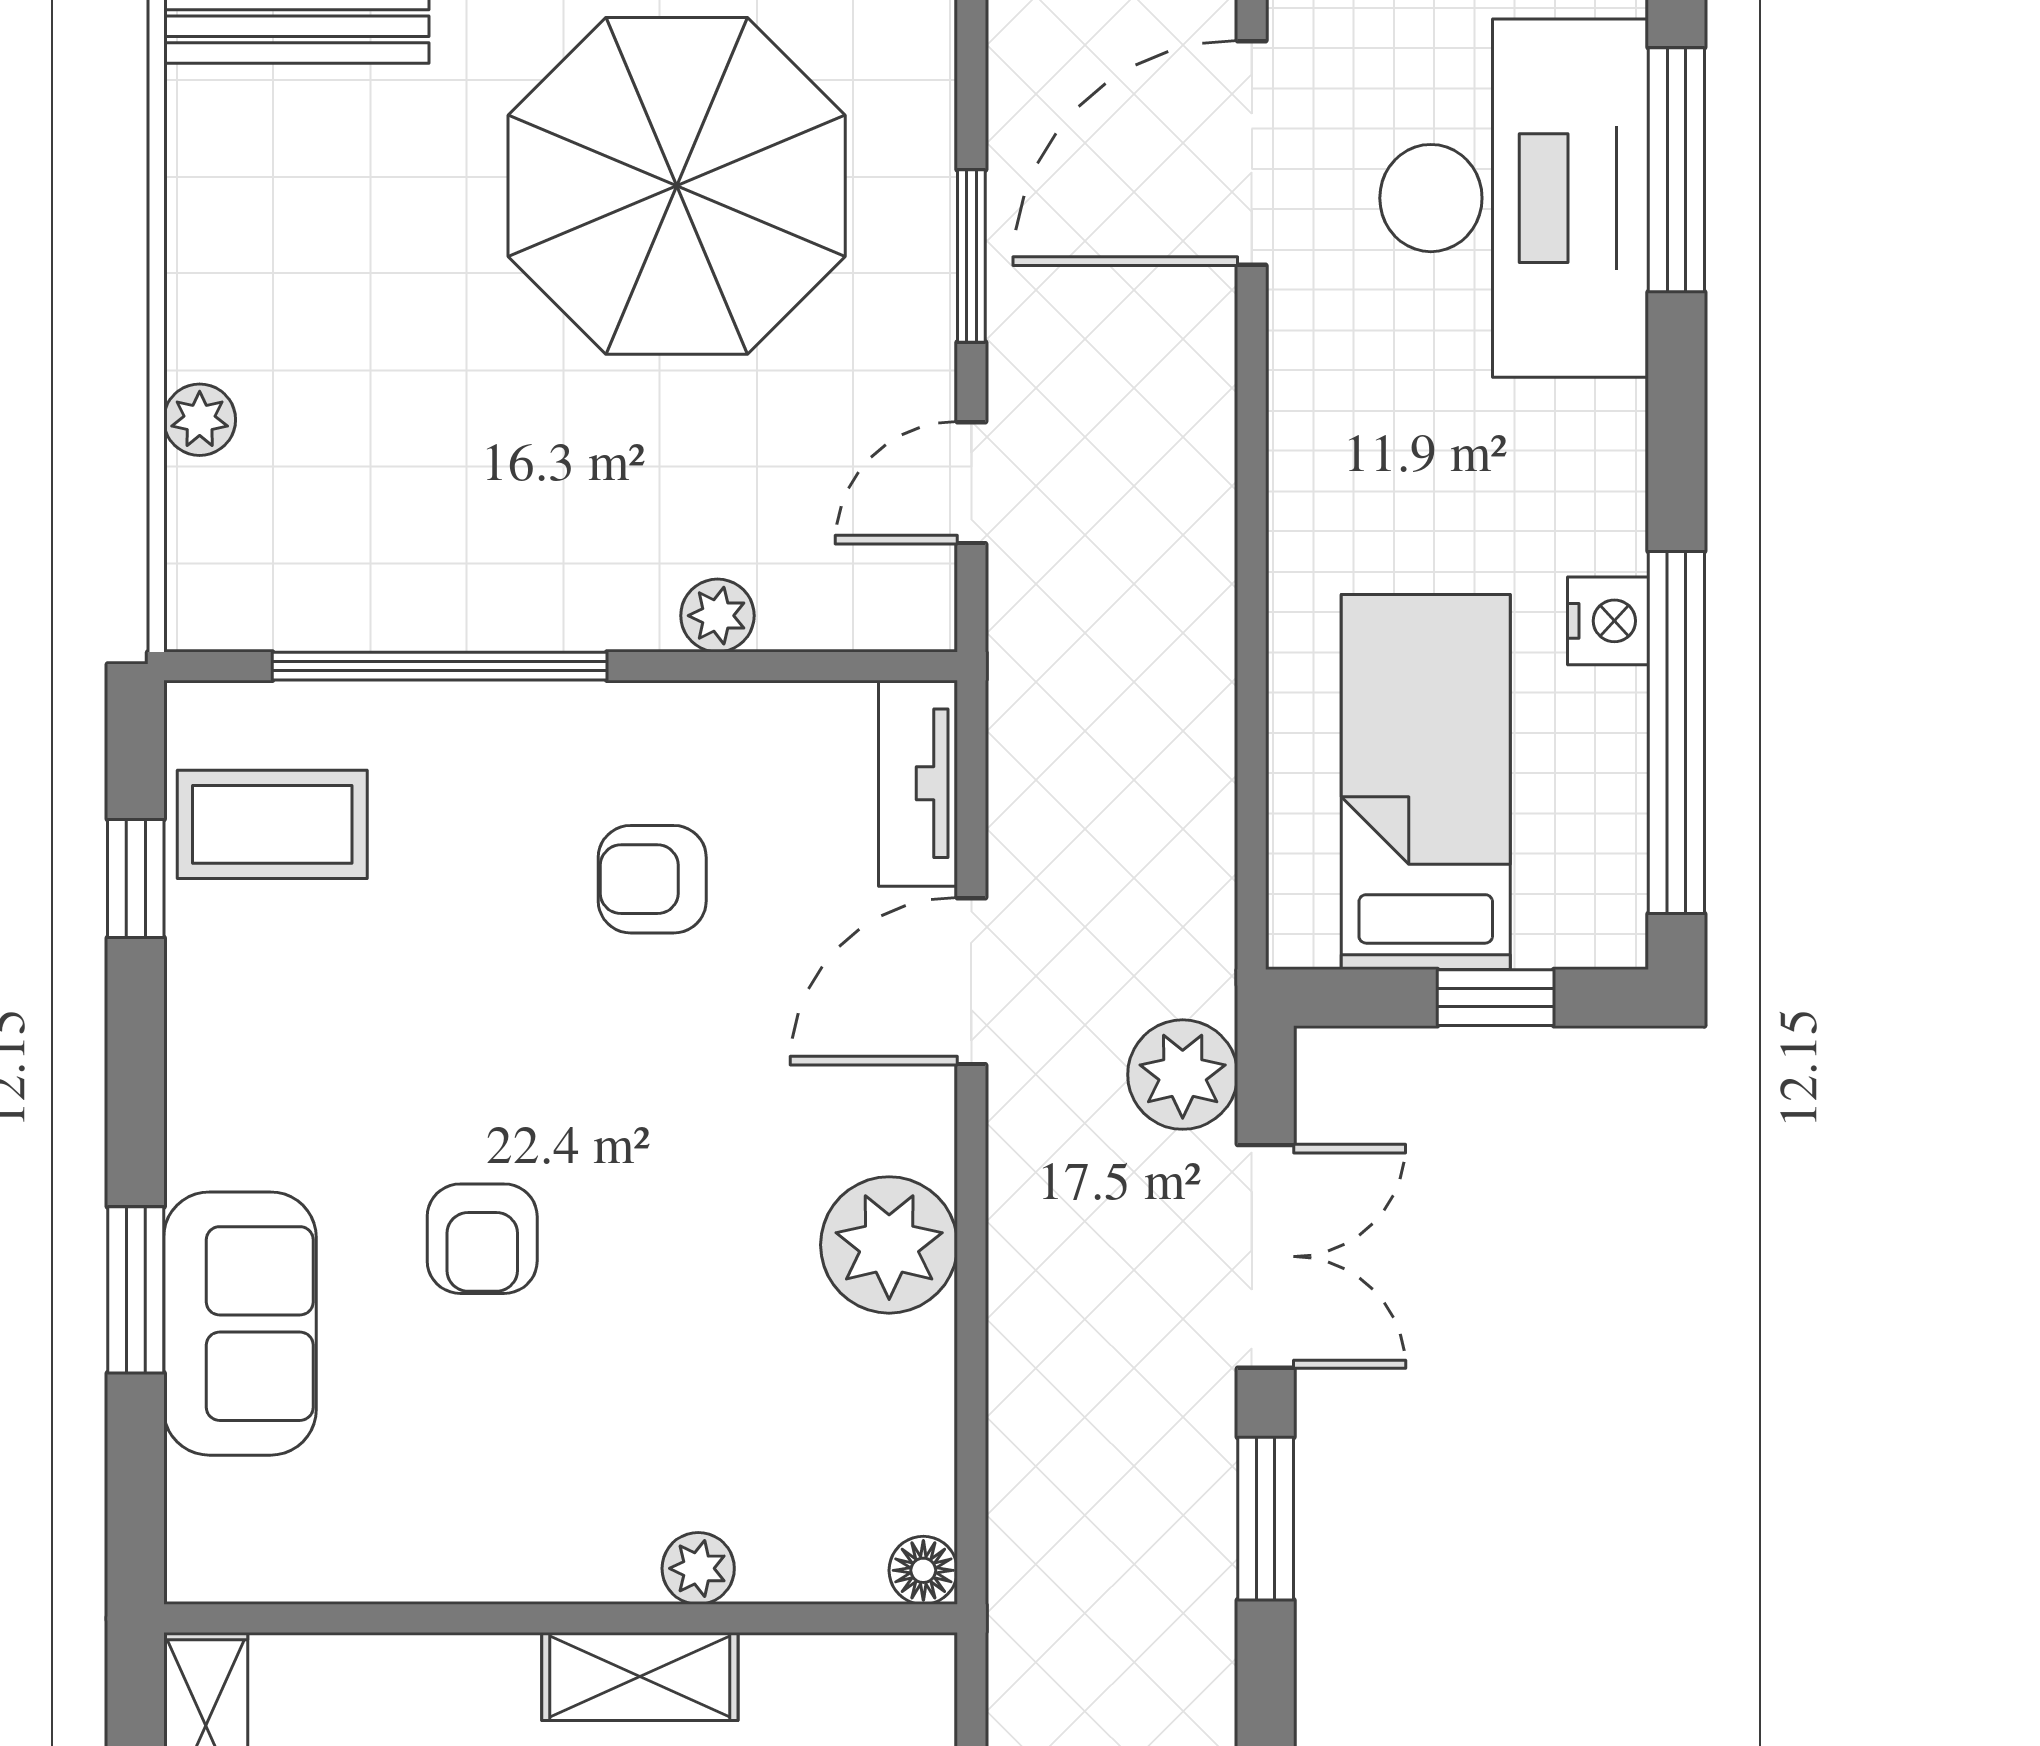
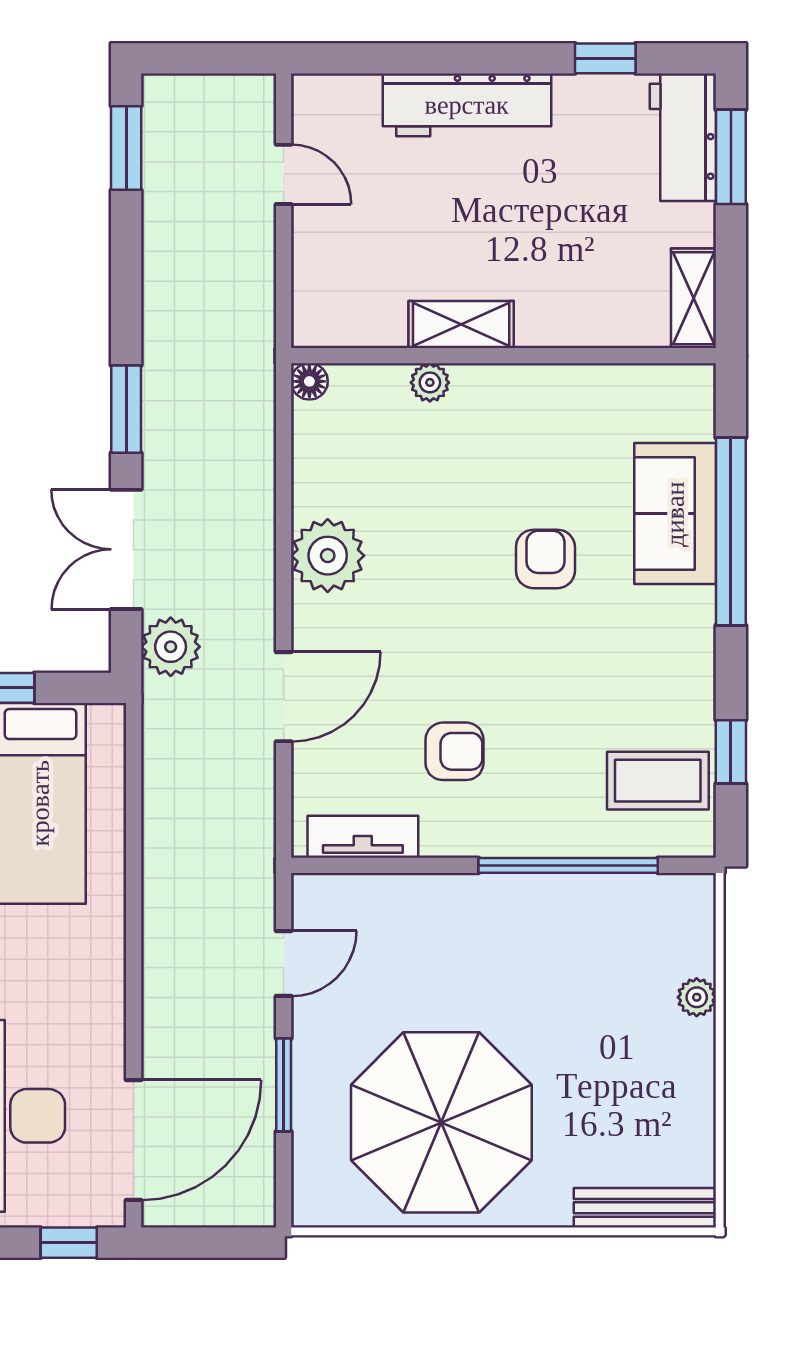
plant: (717, 616) -> (420, 892), removed
tv unit: (918, 783) -> (363, 837), moved, turned -90
window: (136, 1290) -> (731, 532), width x2.11

